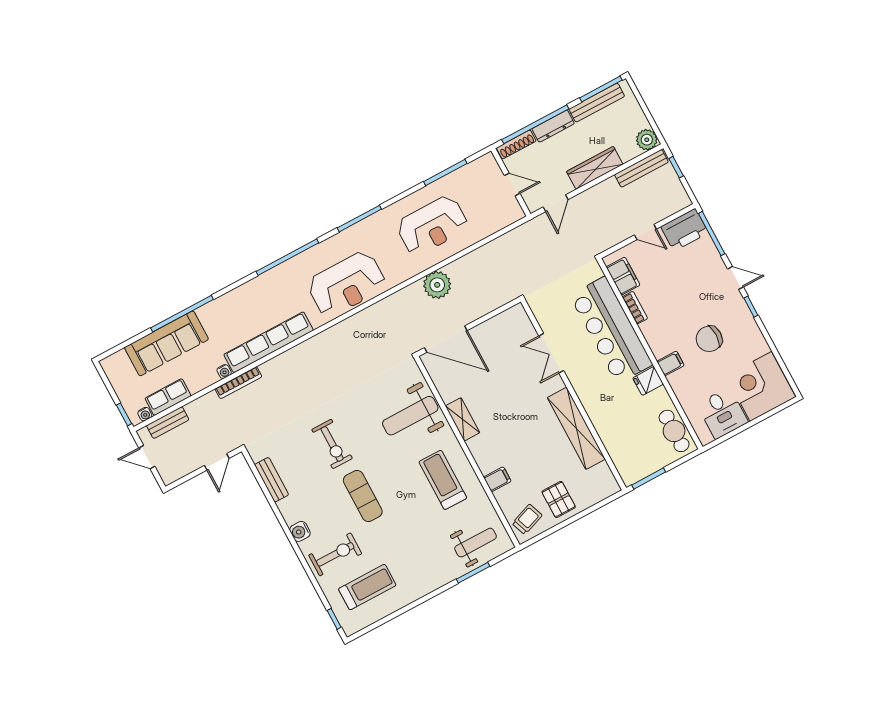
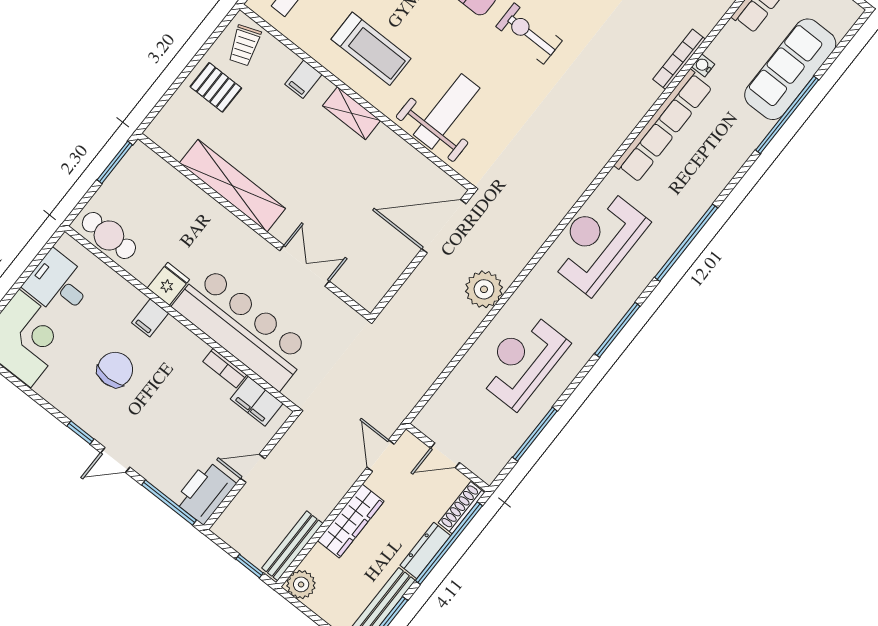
shelving: (463, 419) -> (351, 113), moved

